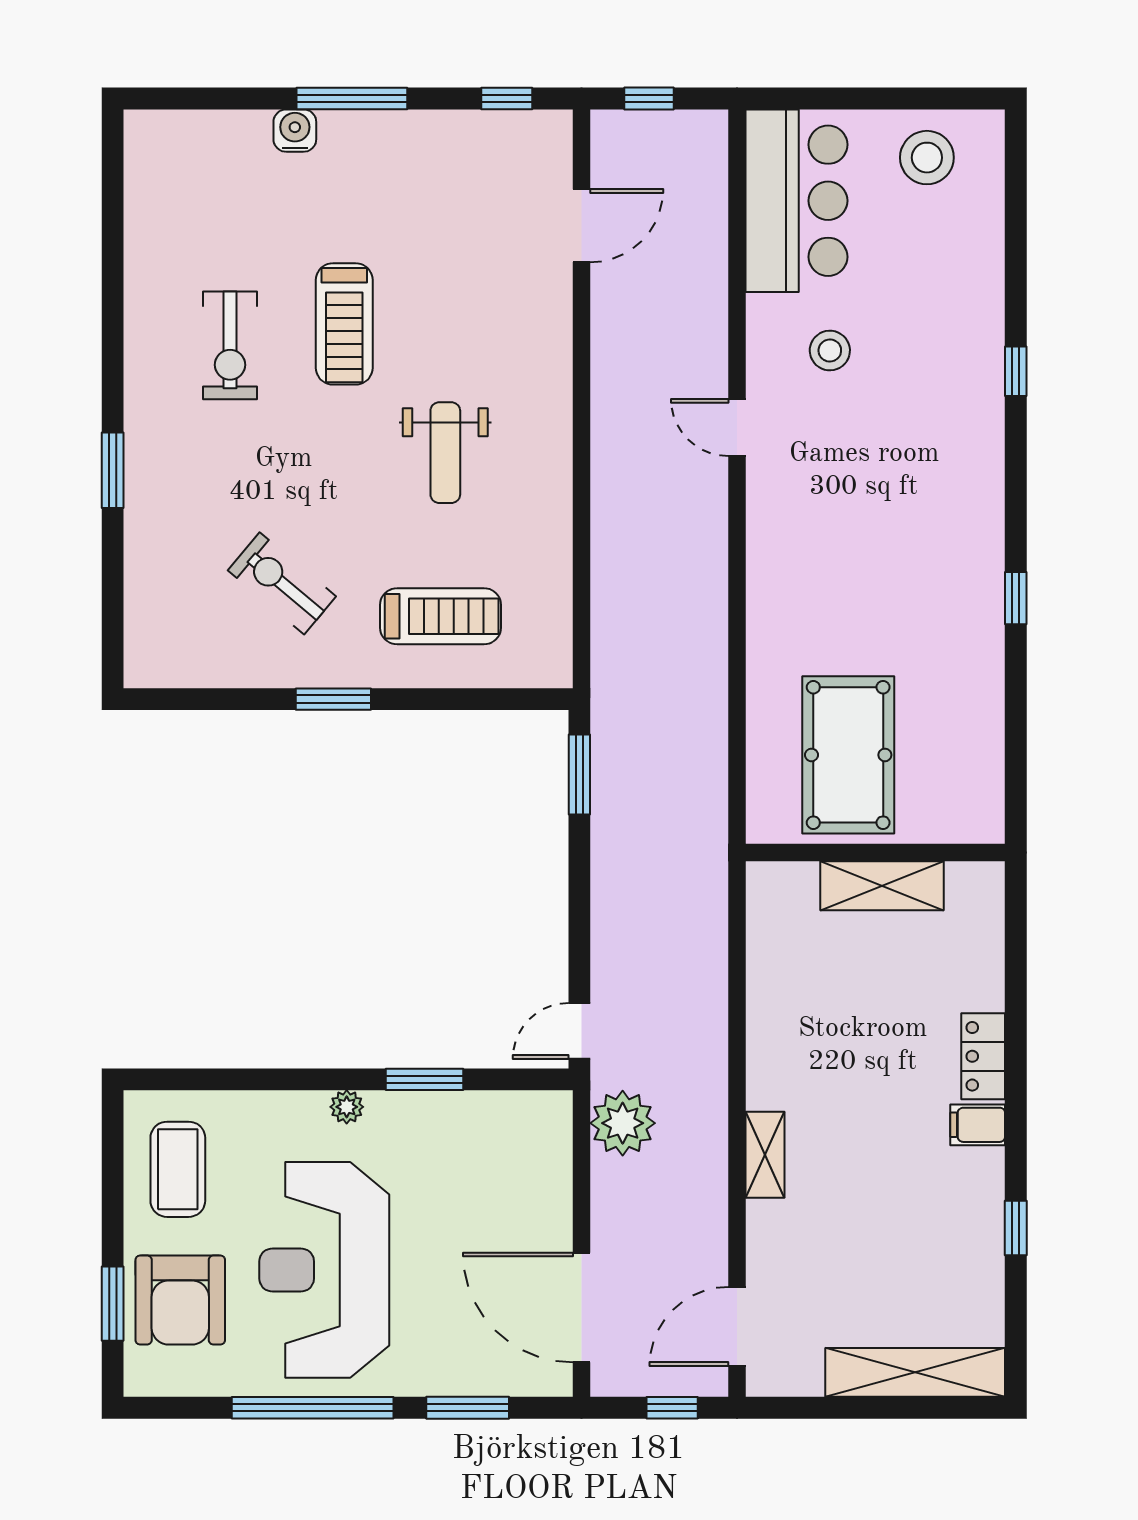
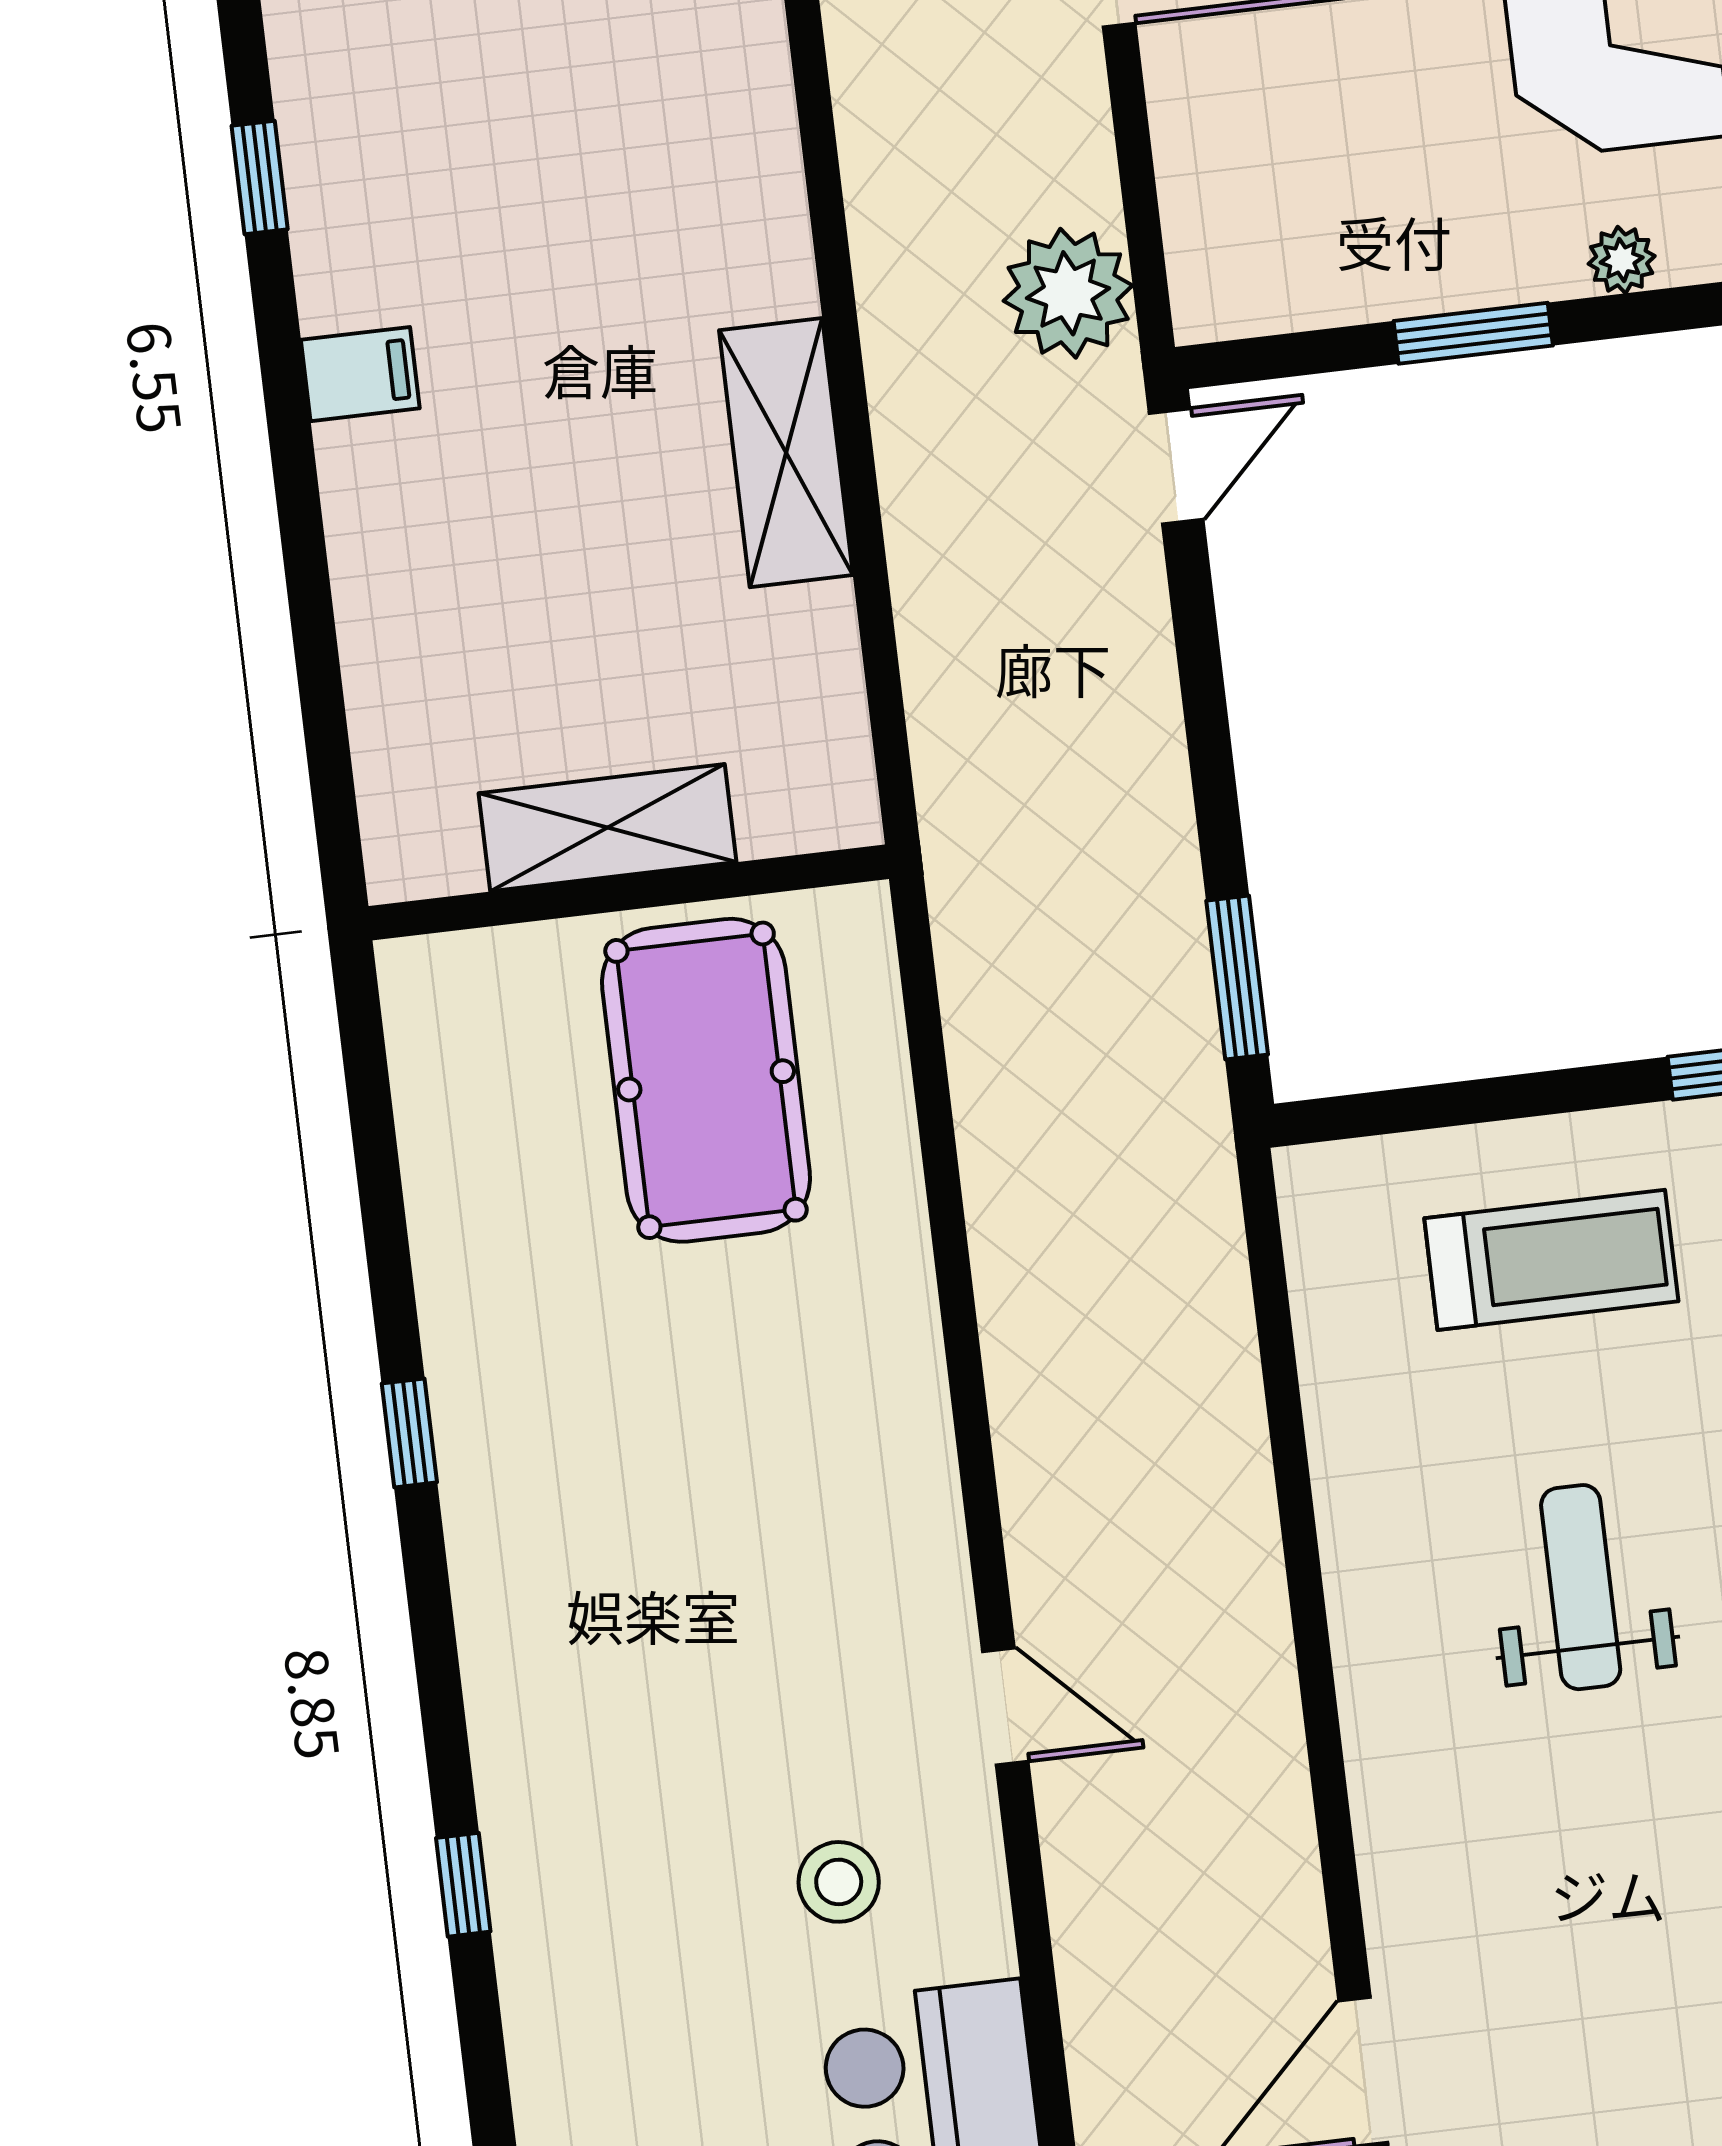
treadmill: (441, 616) -> (1551, 1260), turned 180
locker: (983, 1056) -> (365, 512), removed
shelving: (765, 1155) -> (786, 453), moved, width x1.50, depth x1.33

